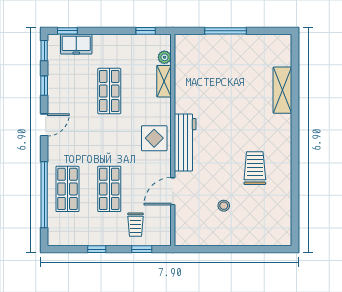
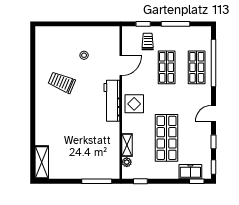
window: (226, 31) -> (97, 181), moved
shelving: (282, 90) -> (42, 162), moved
shop shelf: (109, 91) -> (167, 138), width x1.43, depth x1.36
trolley: (255, 168) -> (62, 82), turned 113
window: (97, 249) -> (176, 24), width x2.17

